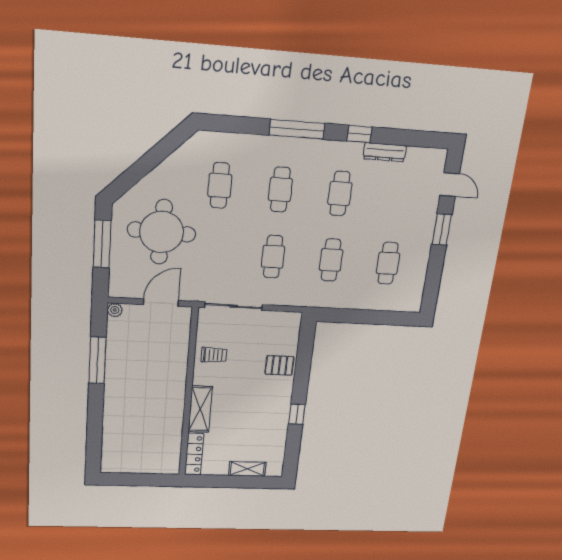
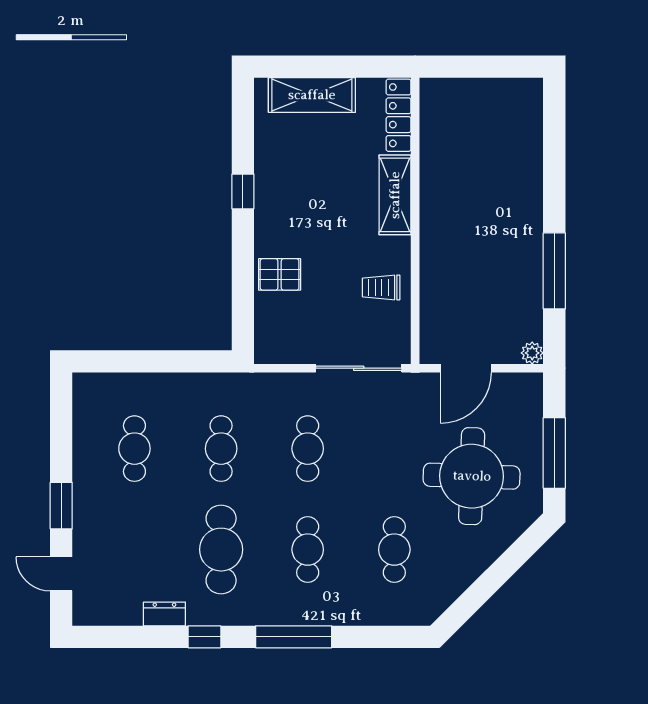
dresser: (385, 152) -> (164, 614), width x0.70
cafe table: (340, 194) -> (221, 550), width x1.37, depth x1.35
shelving: (247, 469) -> (312, 95), width x1.50, depth x1.33

